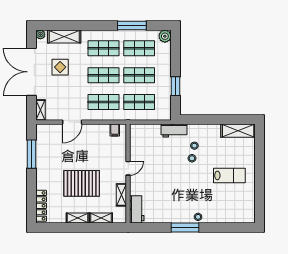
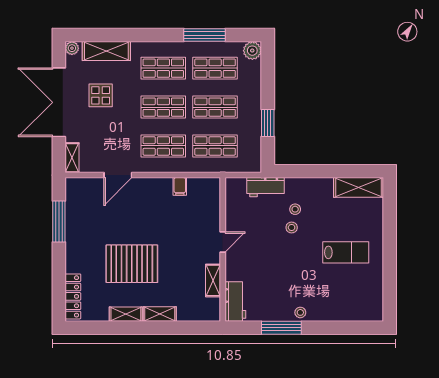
door: (128, 168) -> (223, 242), moved
wall: (128, 173) -> (223, 249), moved
shelving: (121, 195) -> (213, 280), moved
workbench: (137, 209) -> (235, 301), moved

